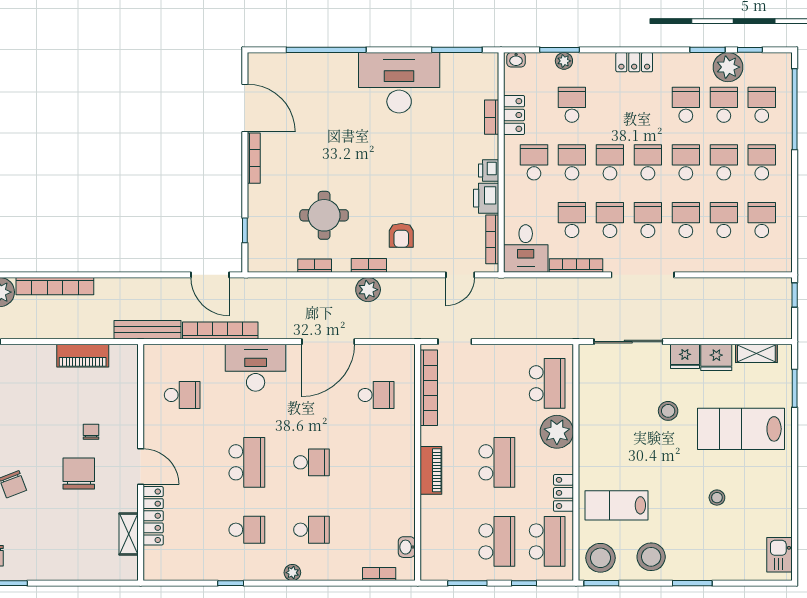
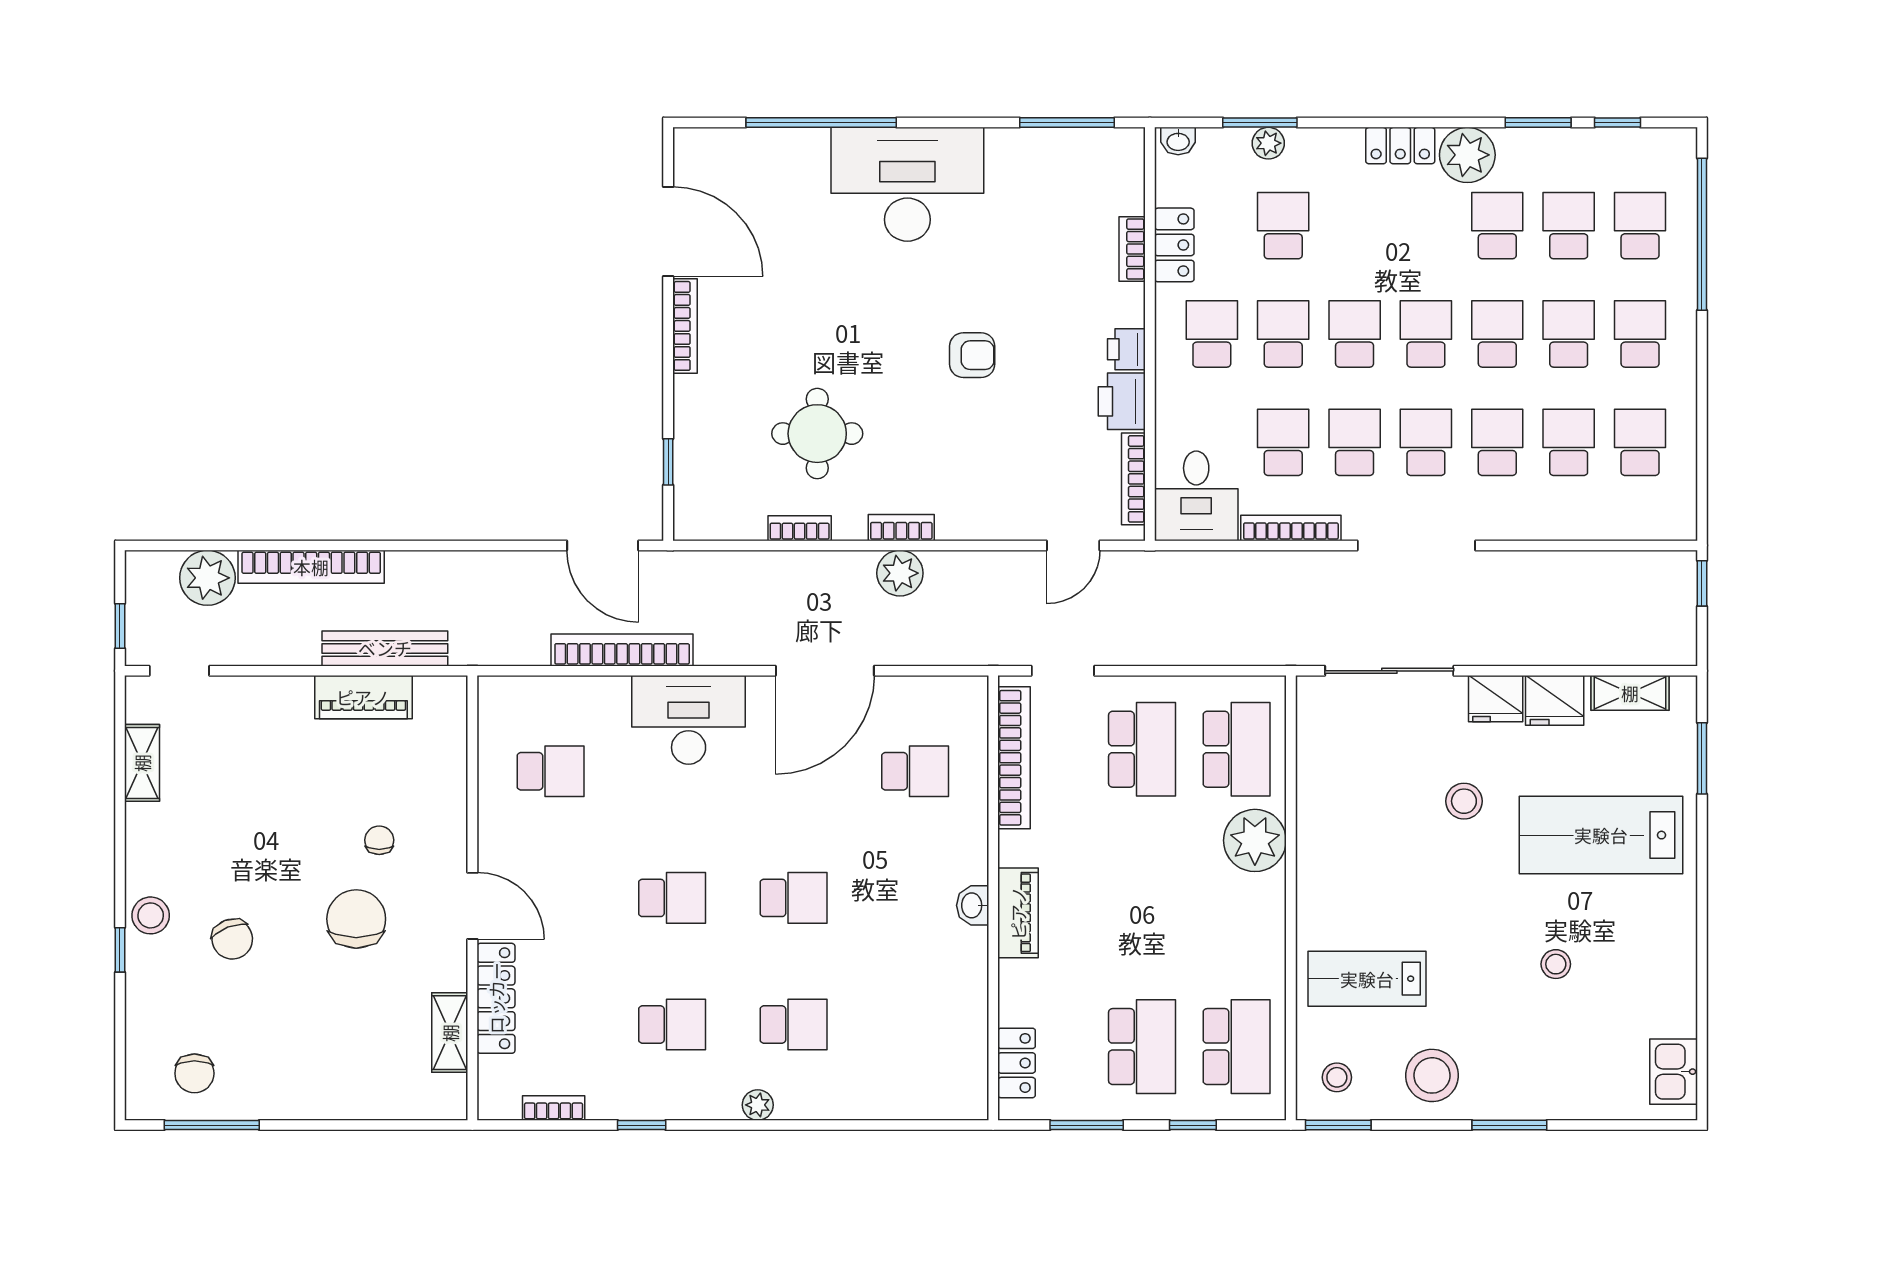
plant: (728, 67) -> (1467, 155), moved
desk: (399, 83) -> (907, 184), moved
armchair: (401, 235) -> (972, 355), moved, turned -90
bench: (147, 330) -> (385, 648), moved
school desk: (247, 462) -> (672, 898), width x0.54
school desk: (497, 462) -> (1142, 749), moved
locker: (564, 493) -> (1017, 1063), moved, turned 180
washbasin: (407, 547) -> (973, 905), moved
stool: (600, 558) -> (1337, 1077), width x0.53, depth x0.53
bookcase: (379, 574) -> (554, 1108), moved

